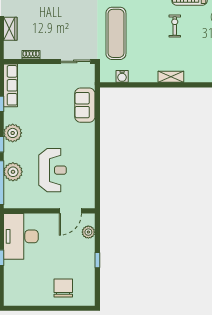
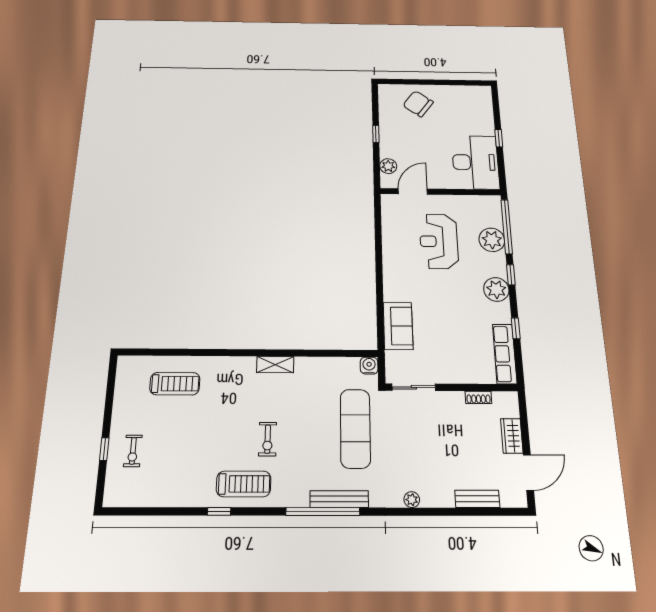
water cooler: (122, 76) -> (369, 366), moved
chair: (63, 288) -> (418, 104), turned 126

